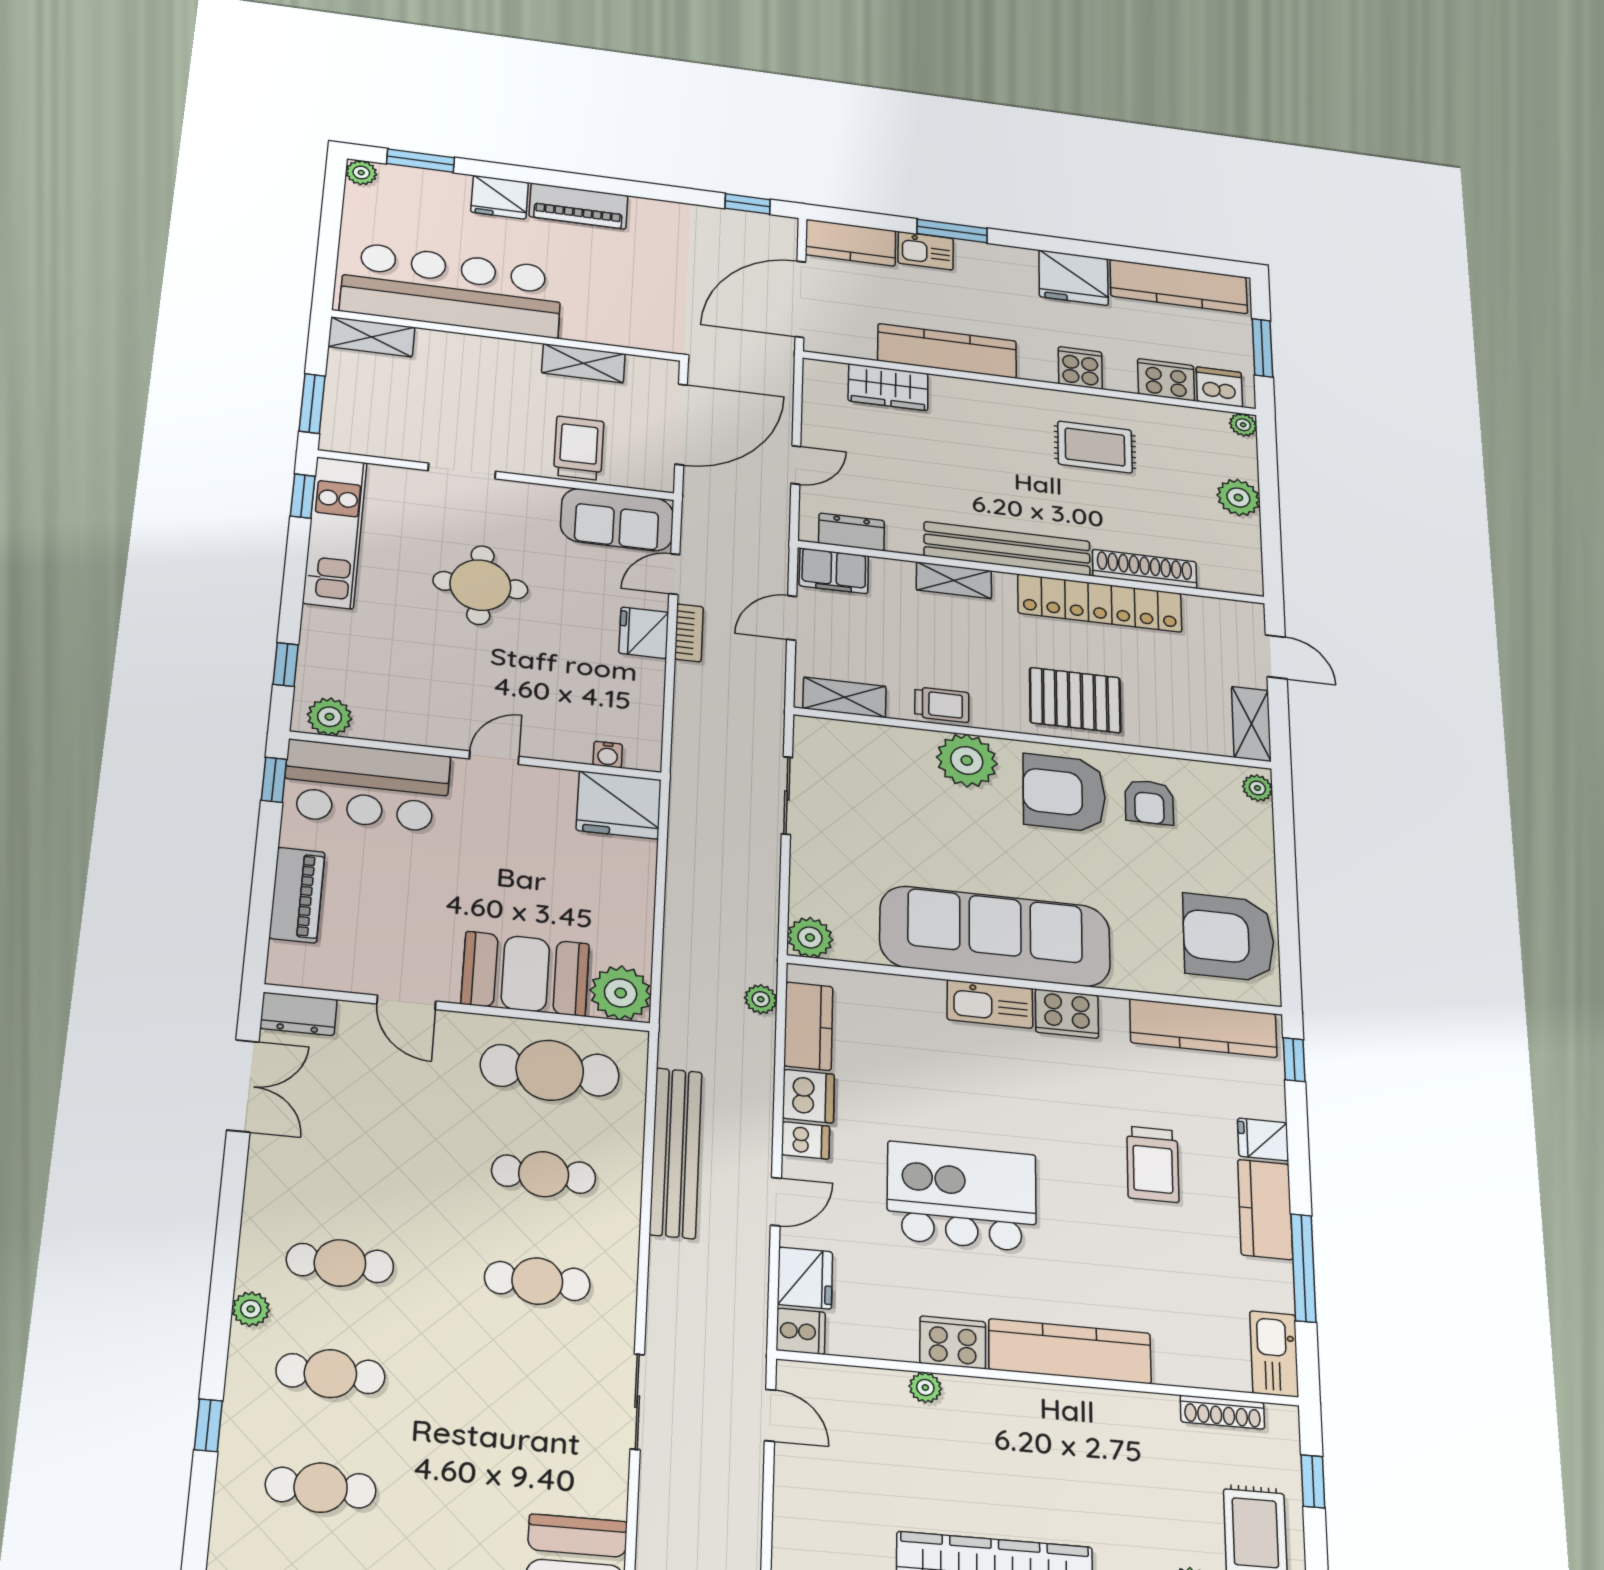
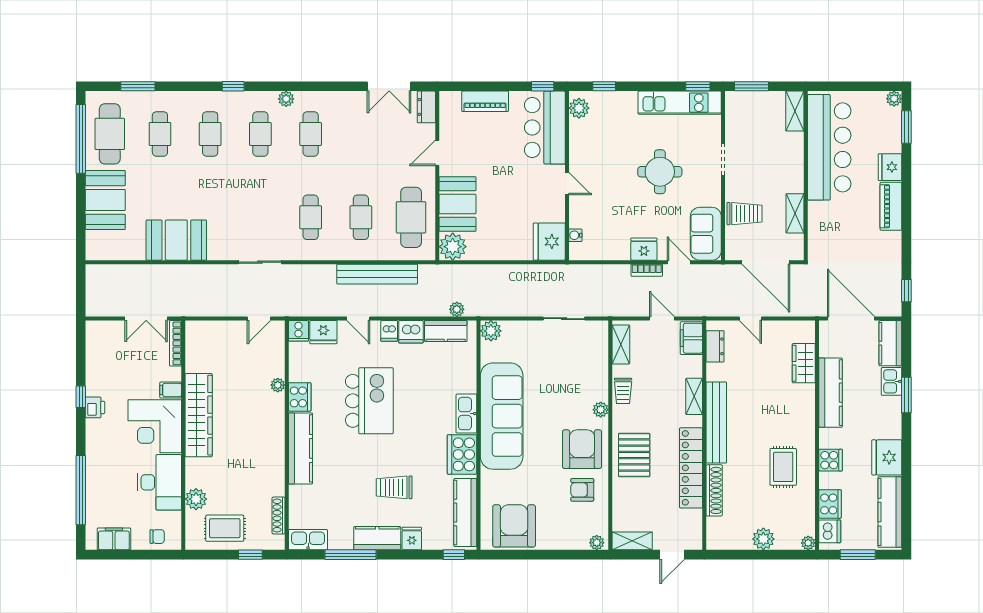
plant: (967, 760) -> (601, 410), width x0.53, depth x0.53
cooker: (1067, 1014) -> (462, 454), width x1.37, depth x1.31

